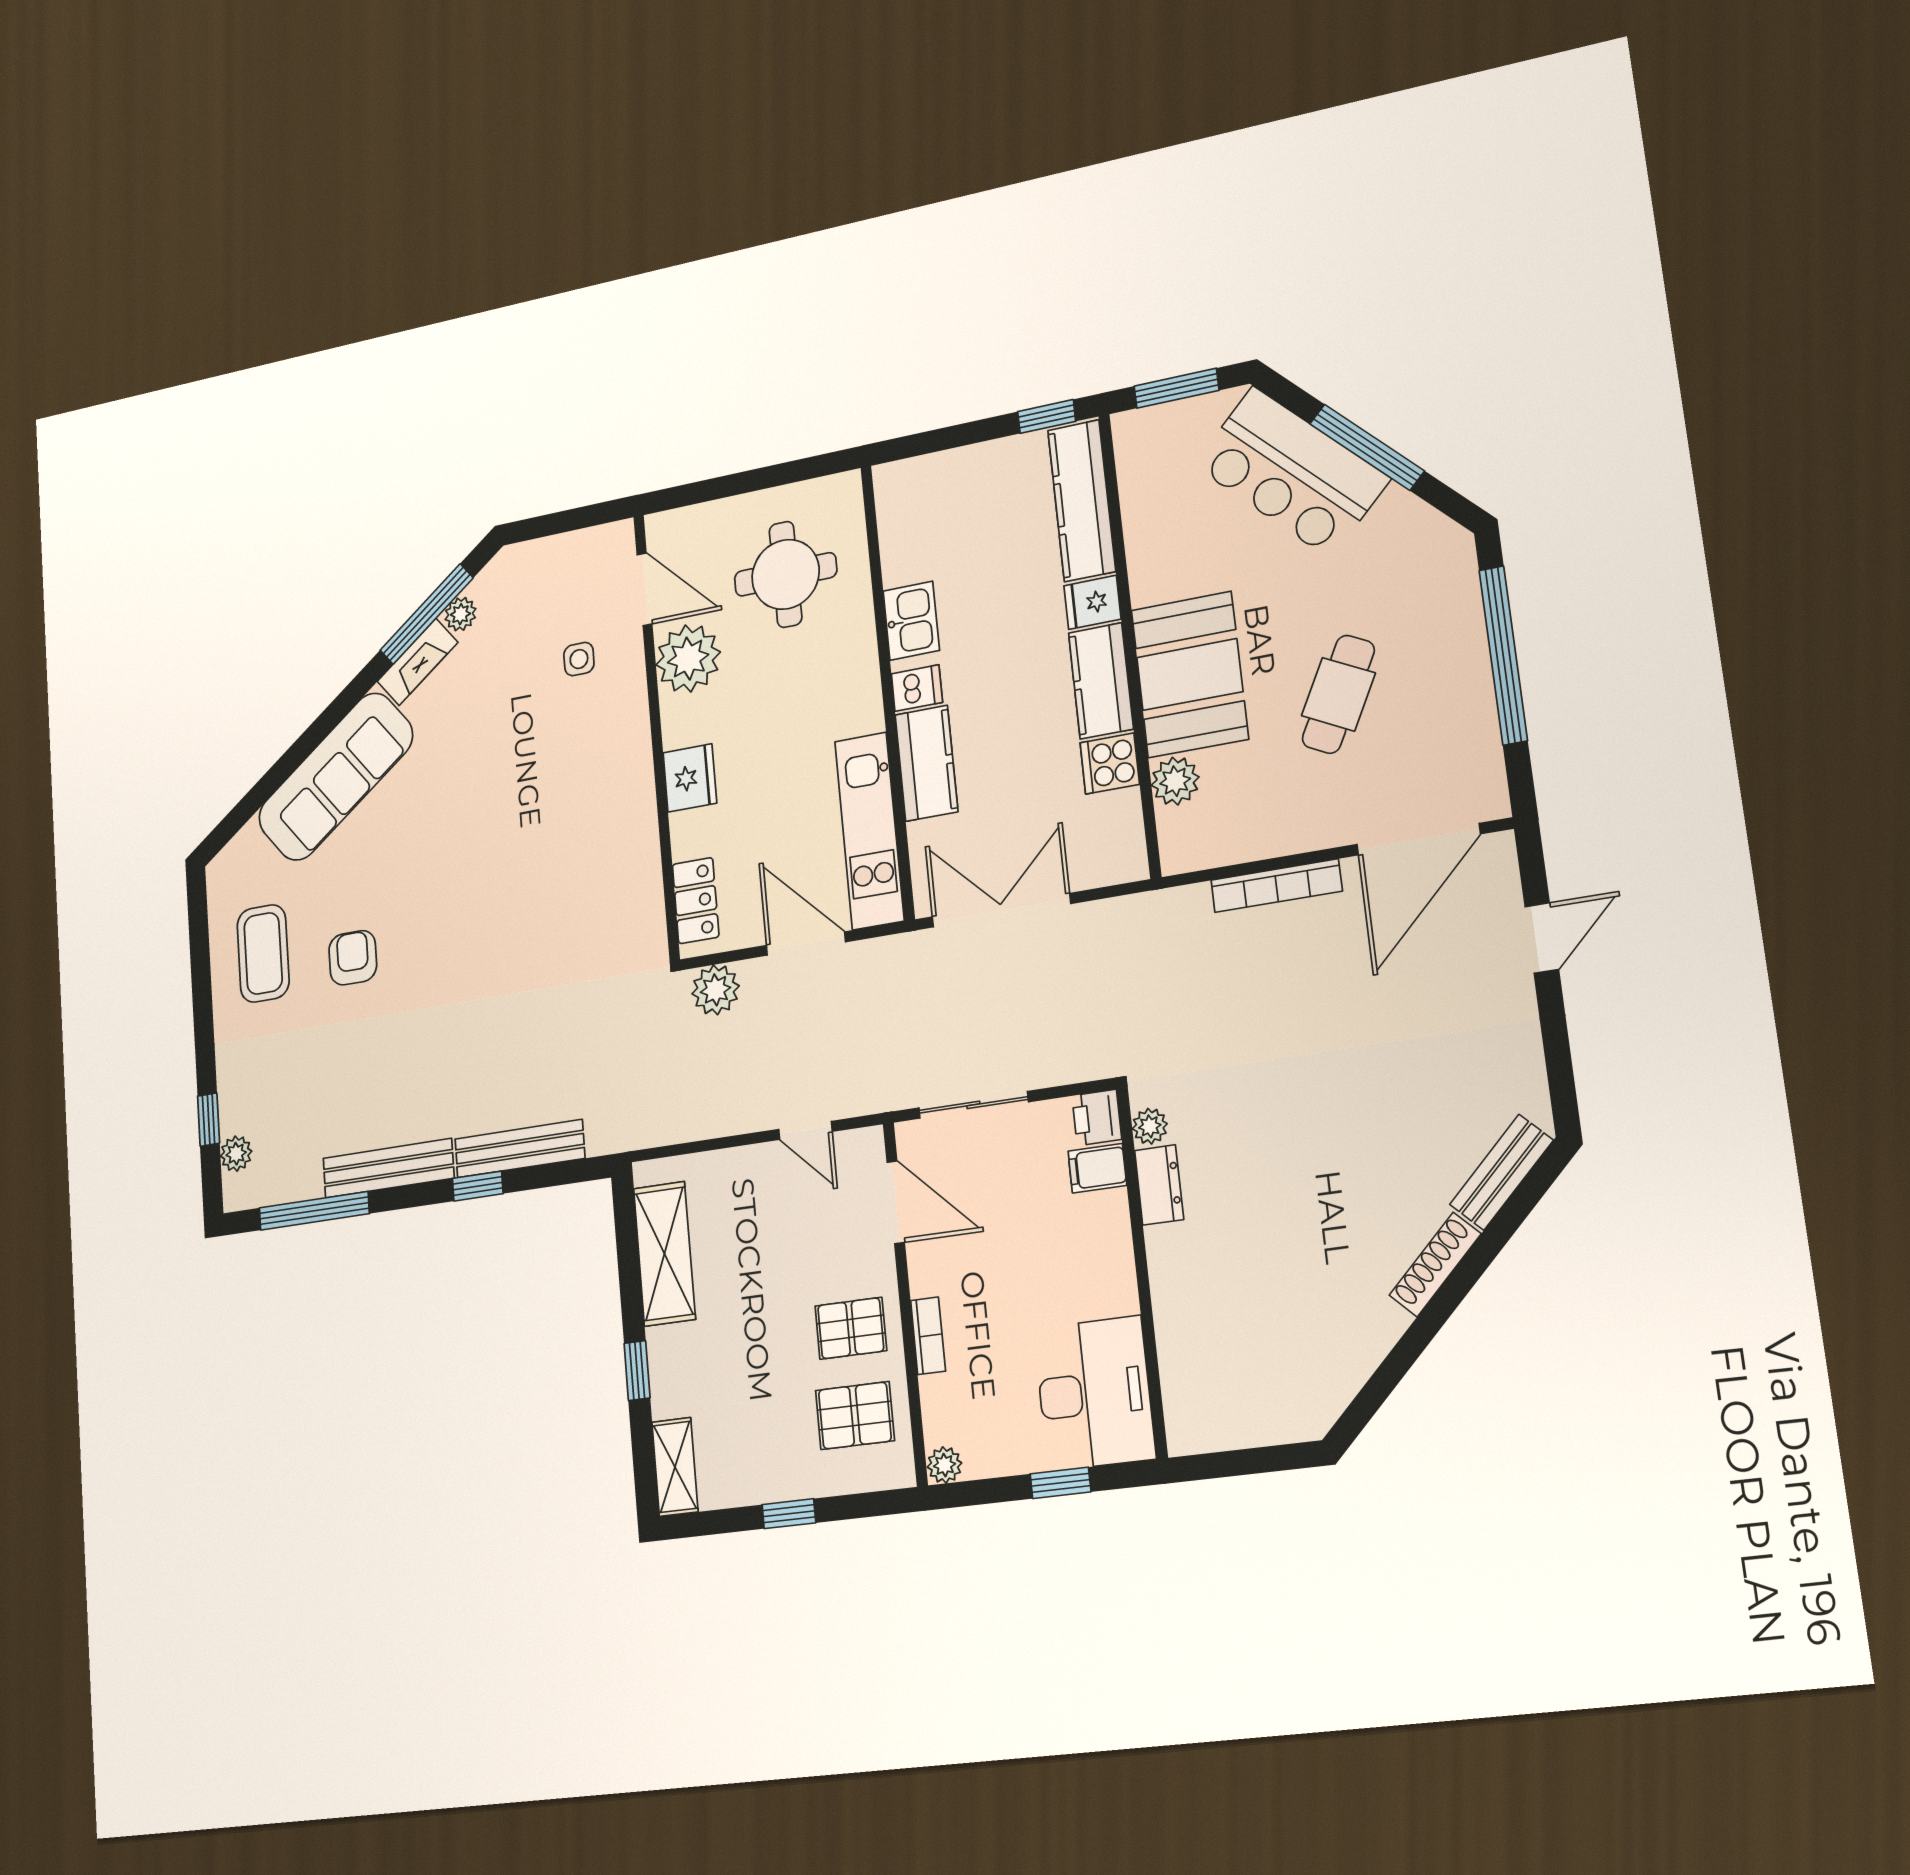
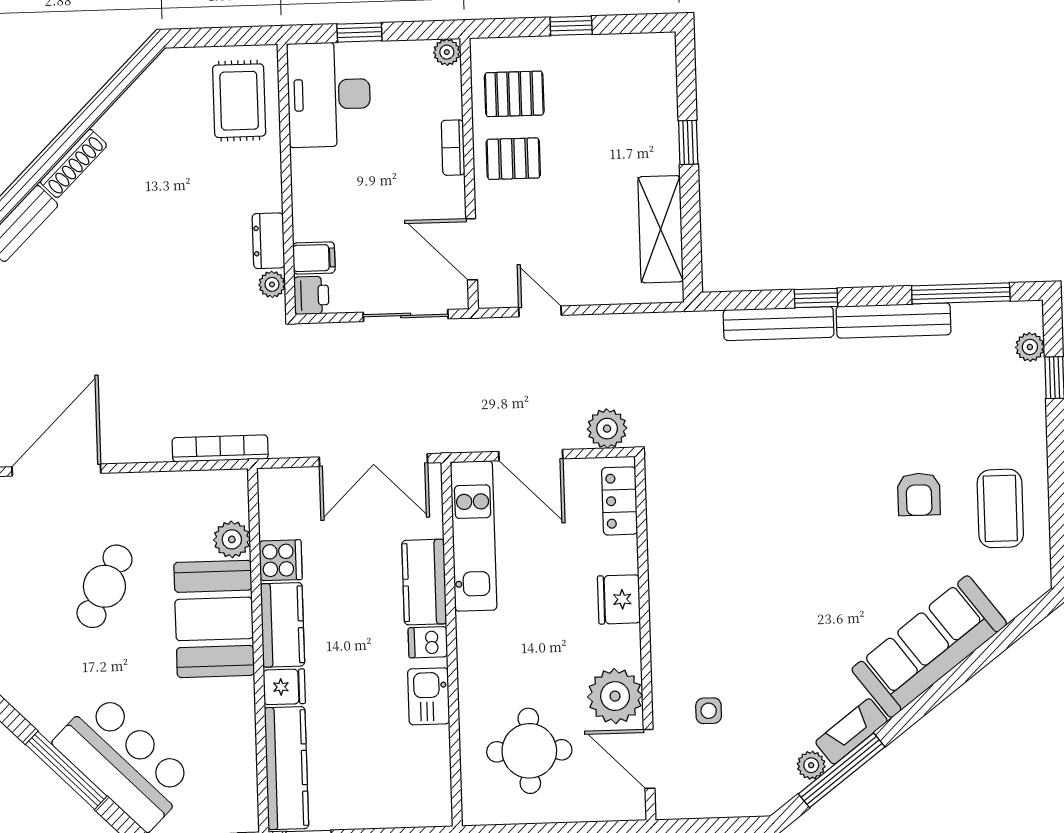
bookcase: (1276, 886) -> (220, 448), moved
rug: (1214, 1374) -> (239, 101), added
shelving: (675, 1467) -> (661, 67), removed

